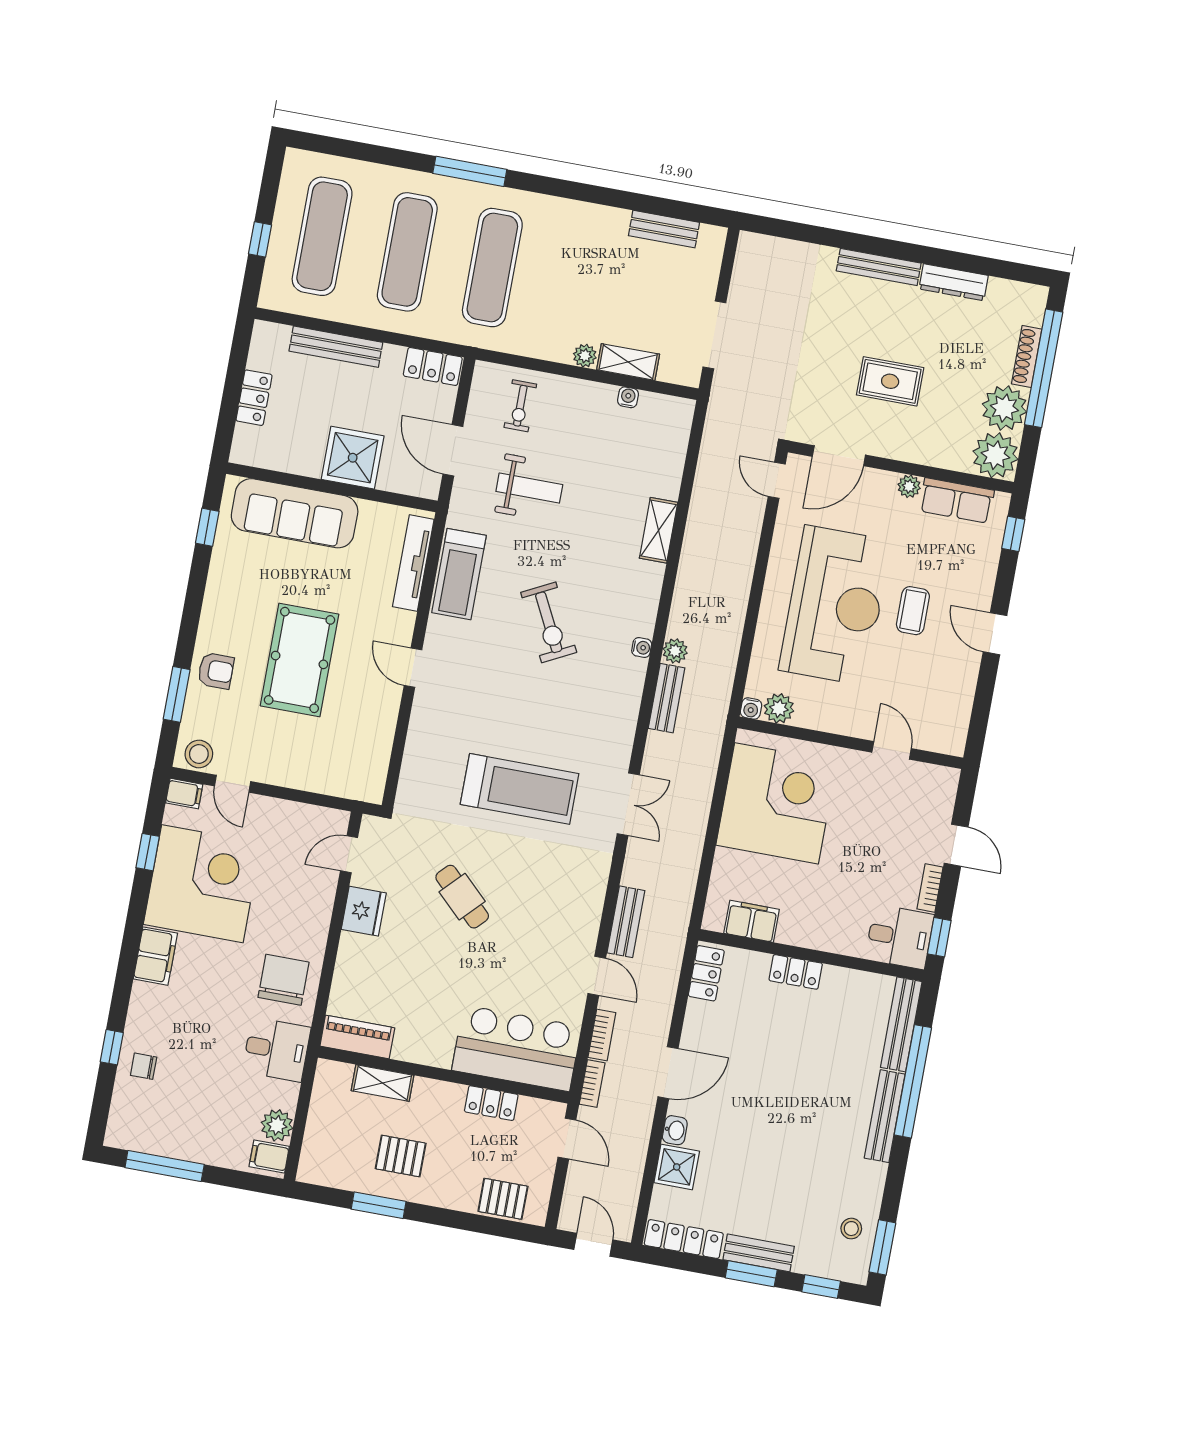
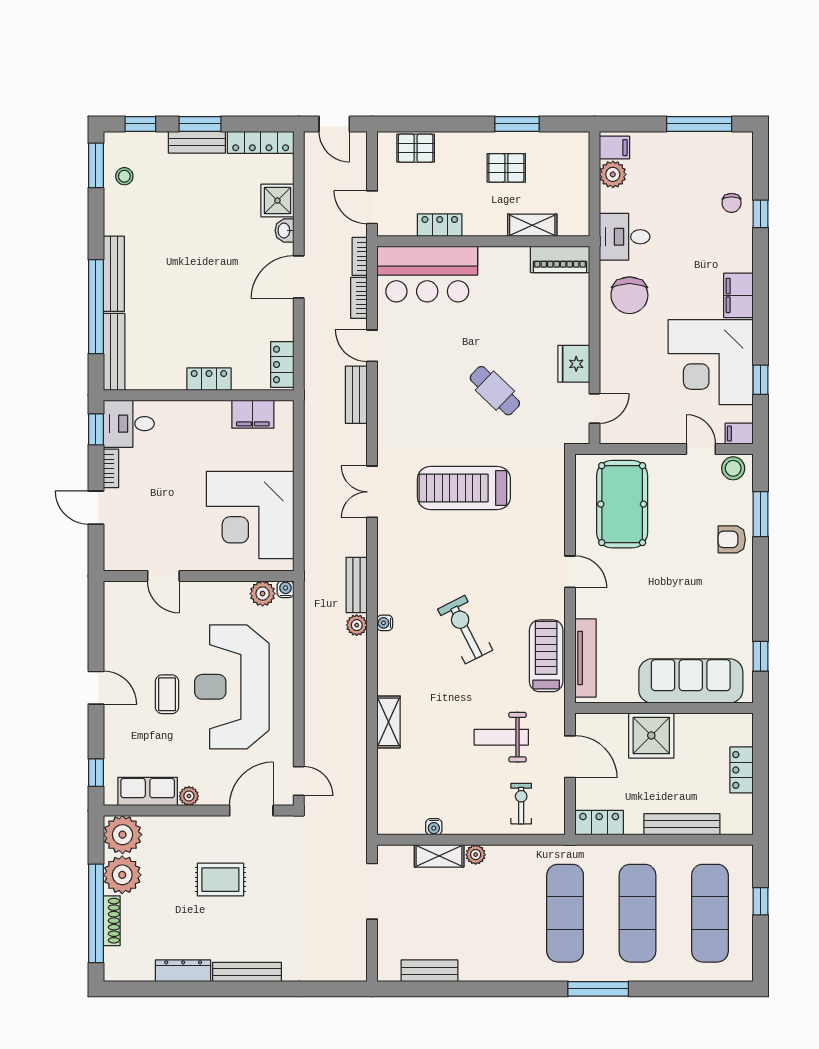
pool table: (299, 660) -> (622, 504), moved
chair: (144, 1066) -> (732, 203), turned 90

